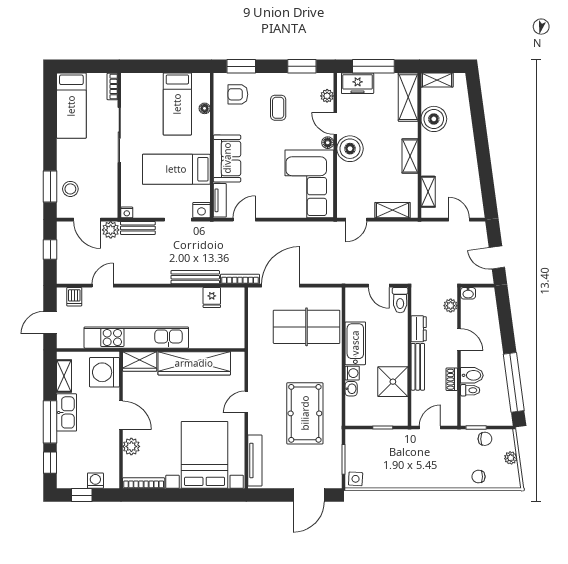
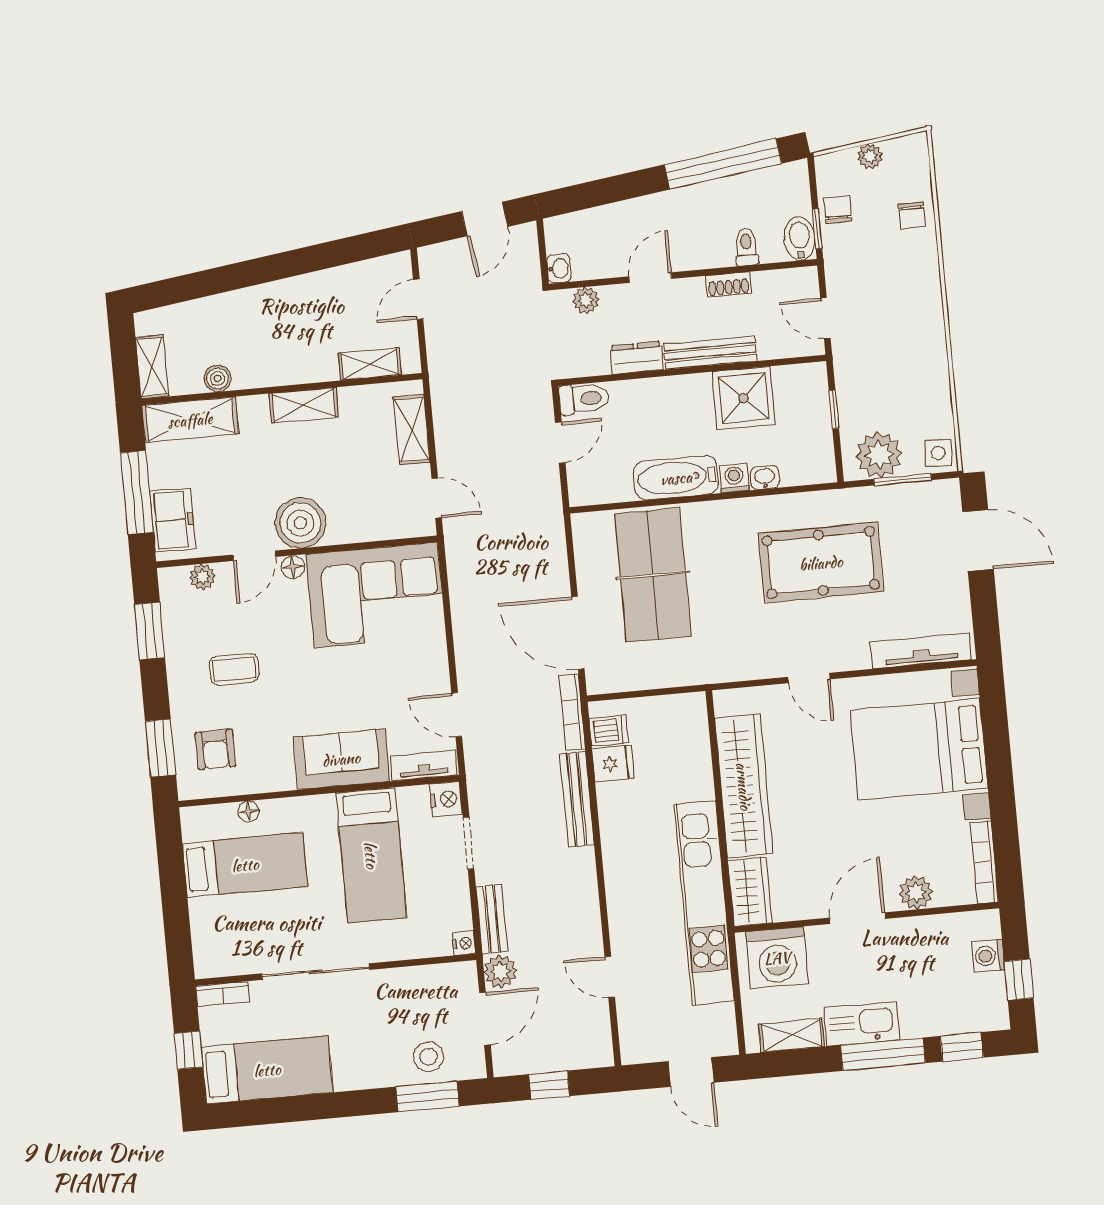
window: (85, 66) -> (189, 1050), added
boiler: (434, 119) -> (217, 378), width x0.54, depth x0.54
dishwasher: (74, 297) -> (609, 730), moved
bidet: (472, 375) -> (800, 239), moved
plant: (357, 448) -> (879, 455), added

